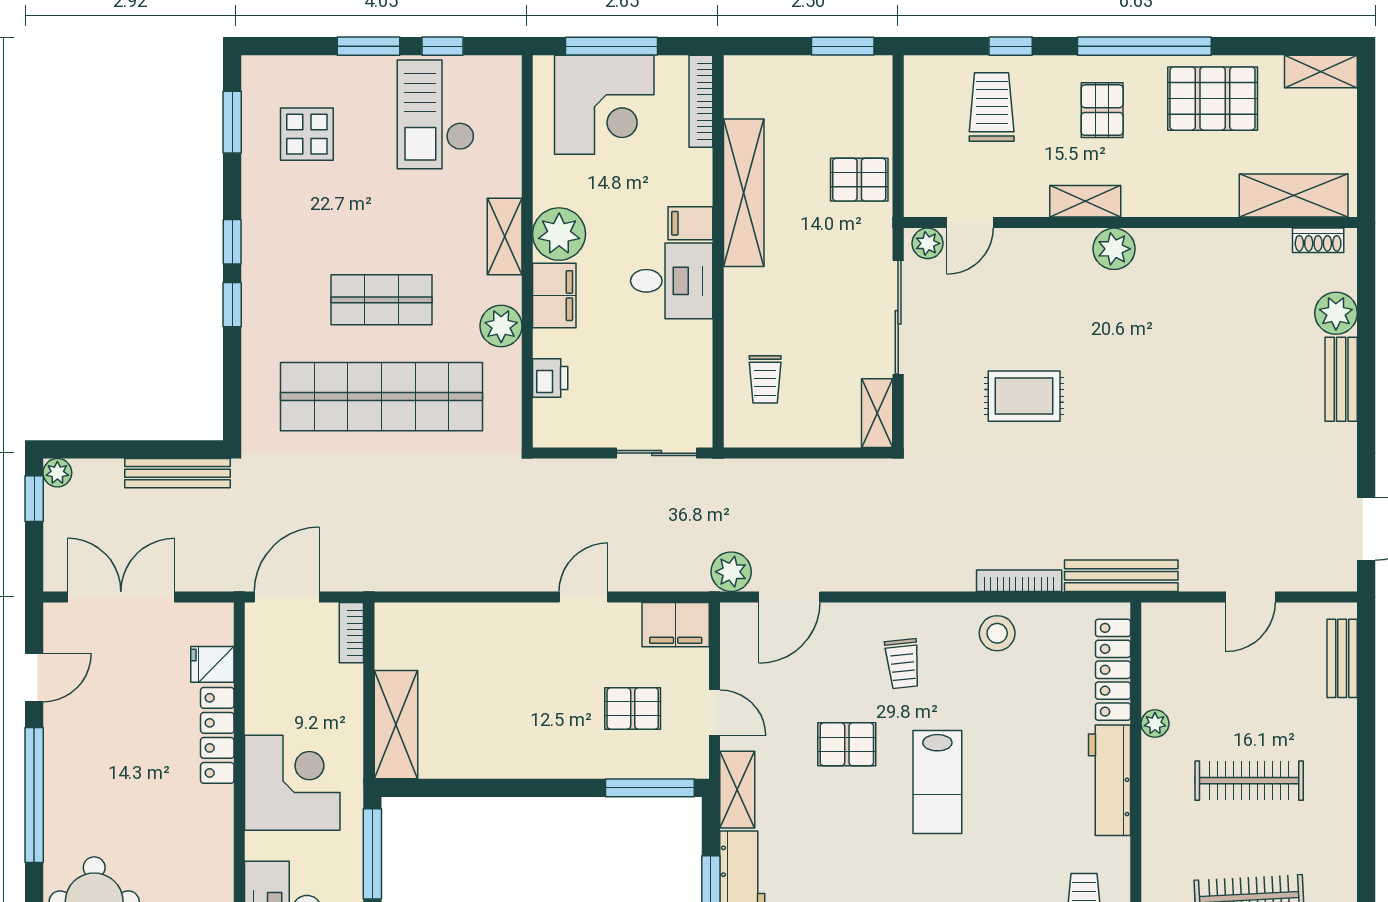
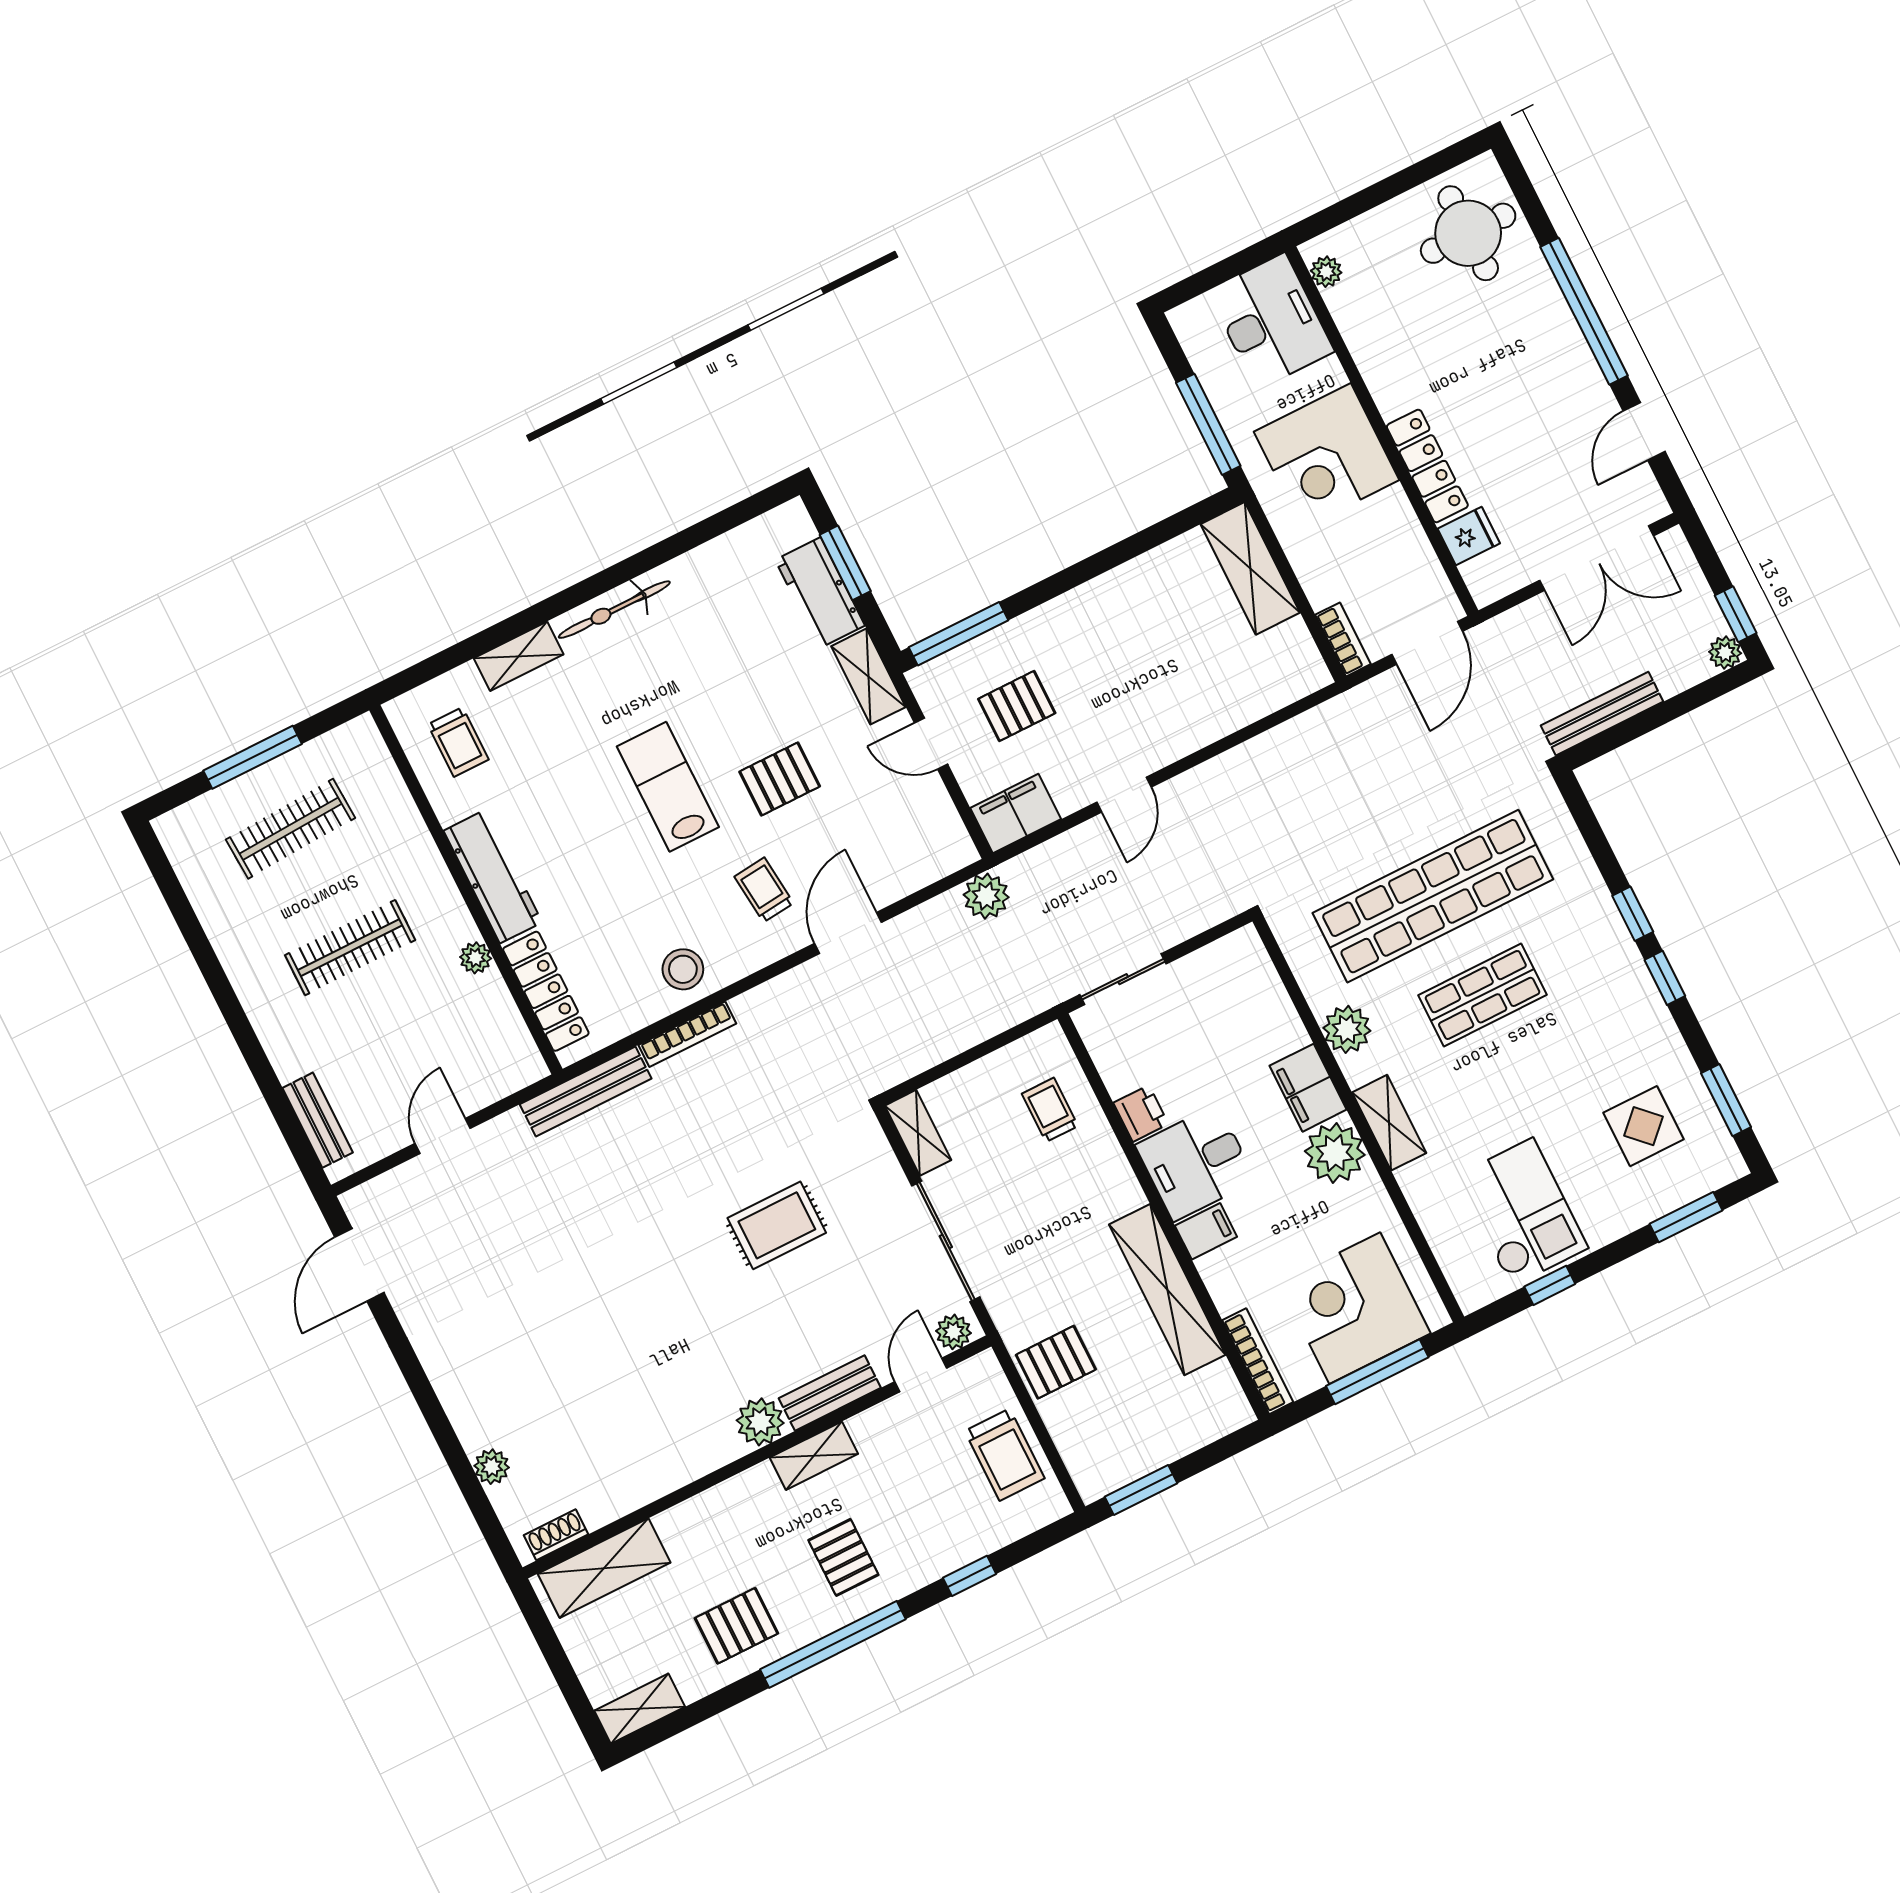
window: (369, 46) -> (1686, 1217), moved
pallet: (1213, 99) -> (736, 1626), width x0.67, depth x0.71
trolley: (992, 107) -> (1005, 1455), moved
plant: (1336, 313) -> (492, 1467), width x0.73, depth x0.73
printer: (550, 378) -> (1141, 1113), moved, turned 180
bench: (1341, 379) -> (830, 1393), moved, turned 90
door: (789, 597) -> (848, 933), moved

